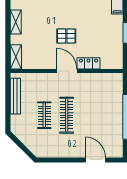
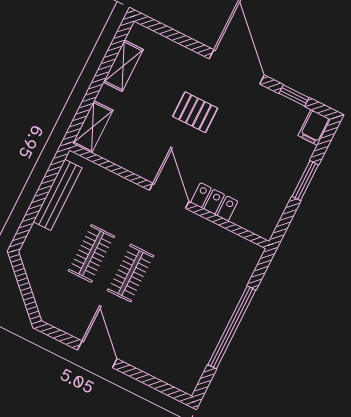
pallet: (66, 36) -> (195, 112), moved
clothes rail: (67, 115) -> (131, 273), width x0.73
door: (95, 160) -> (97, 354), moved

